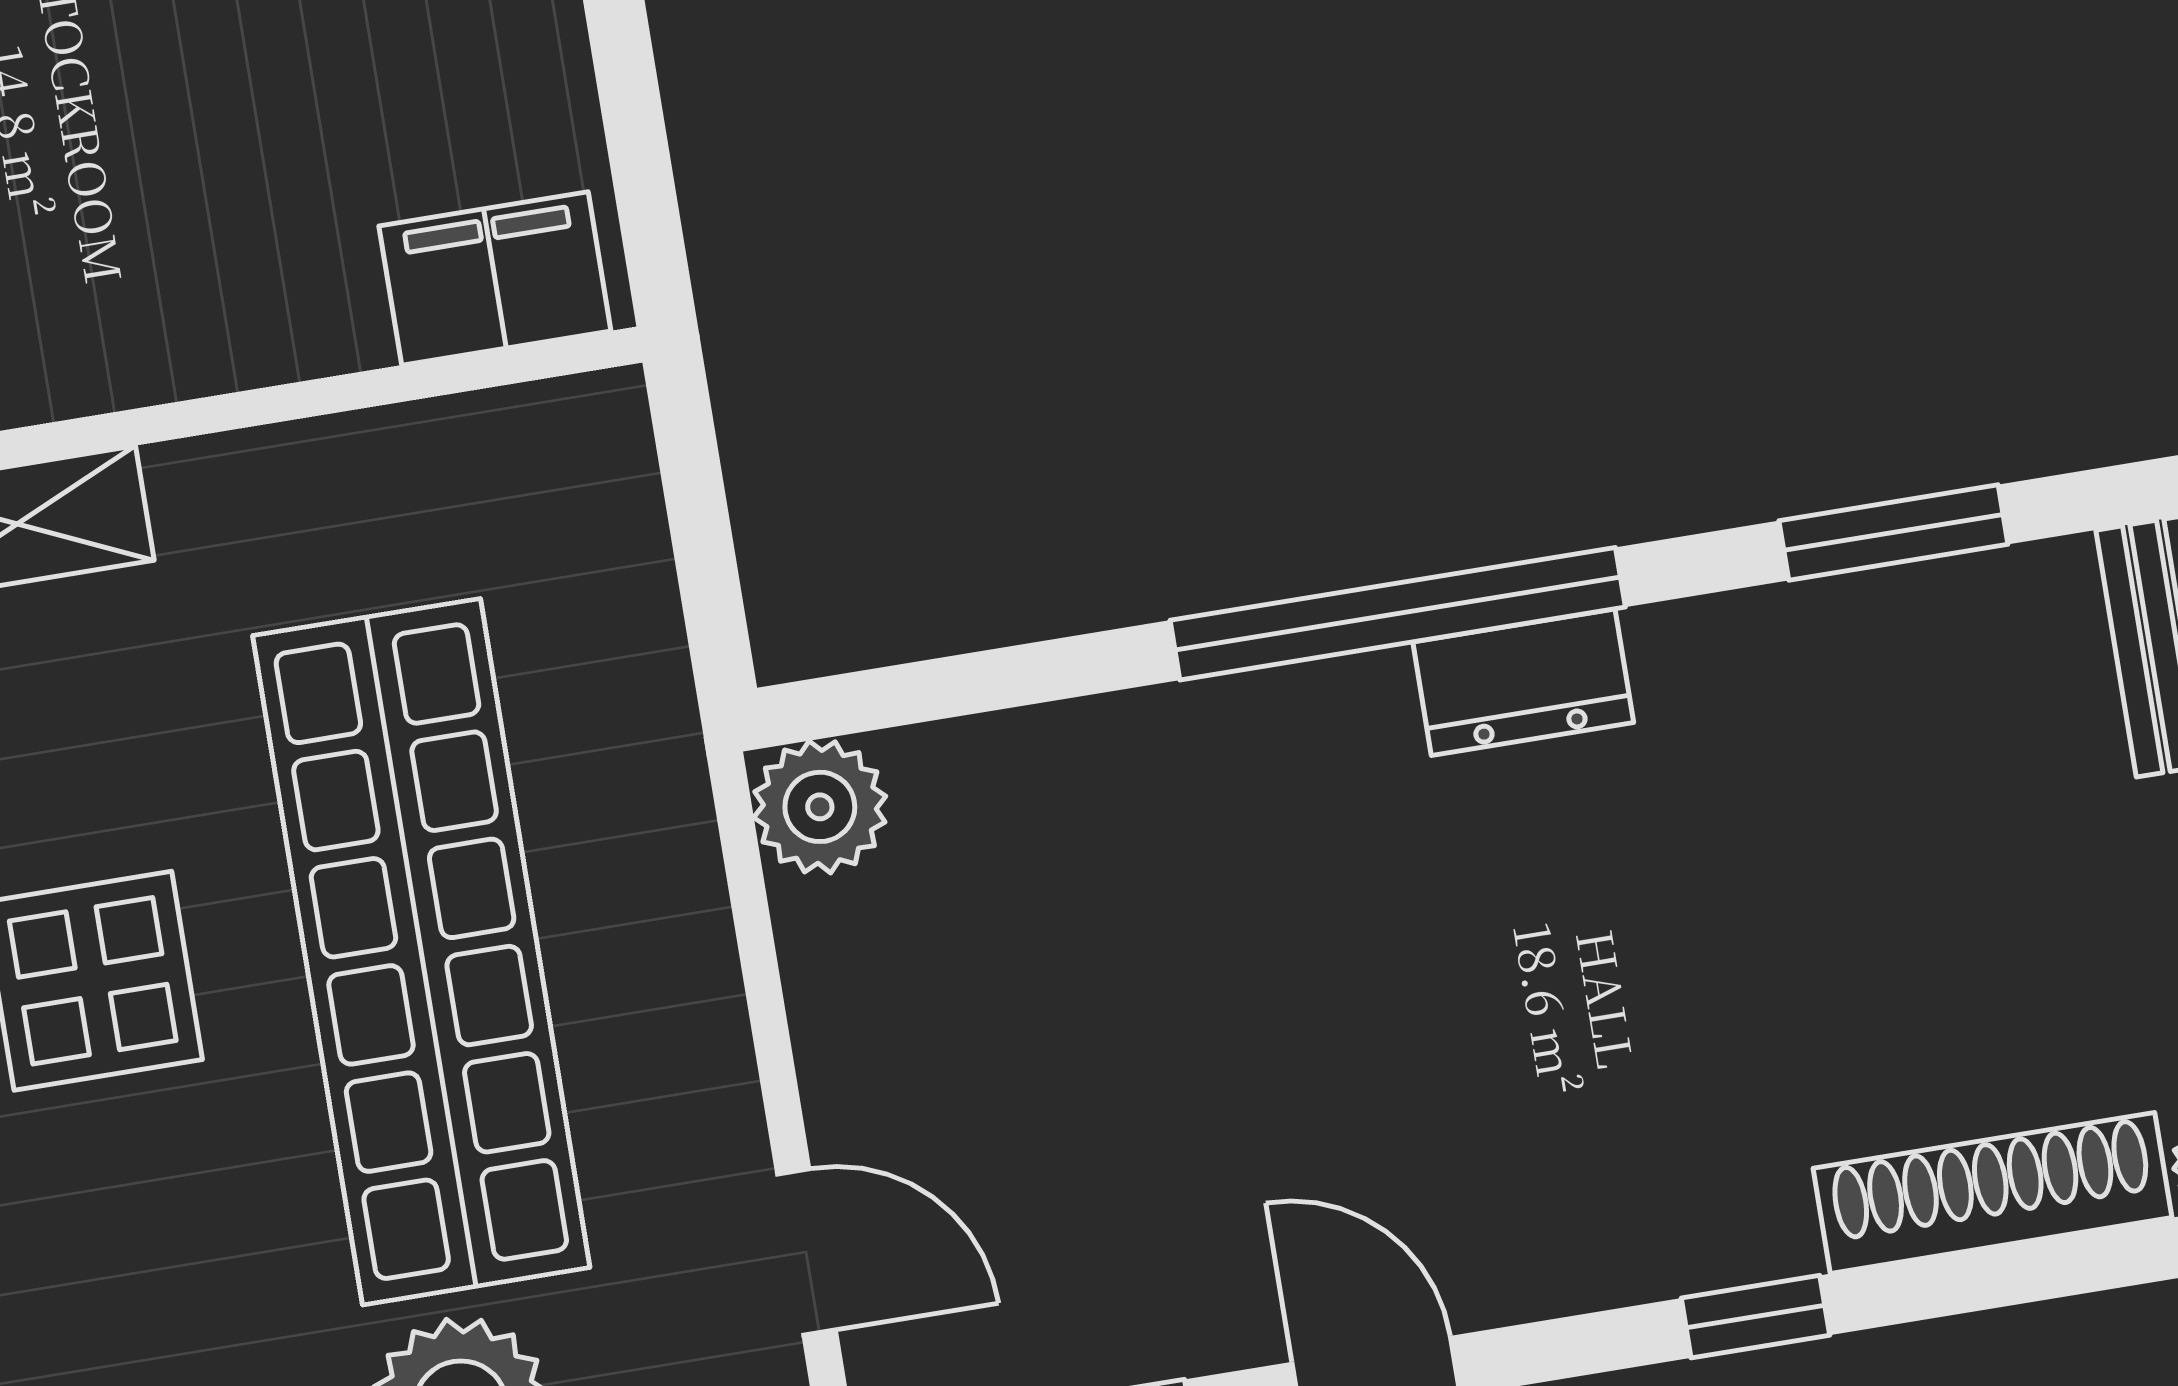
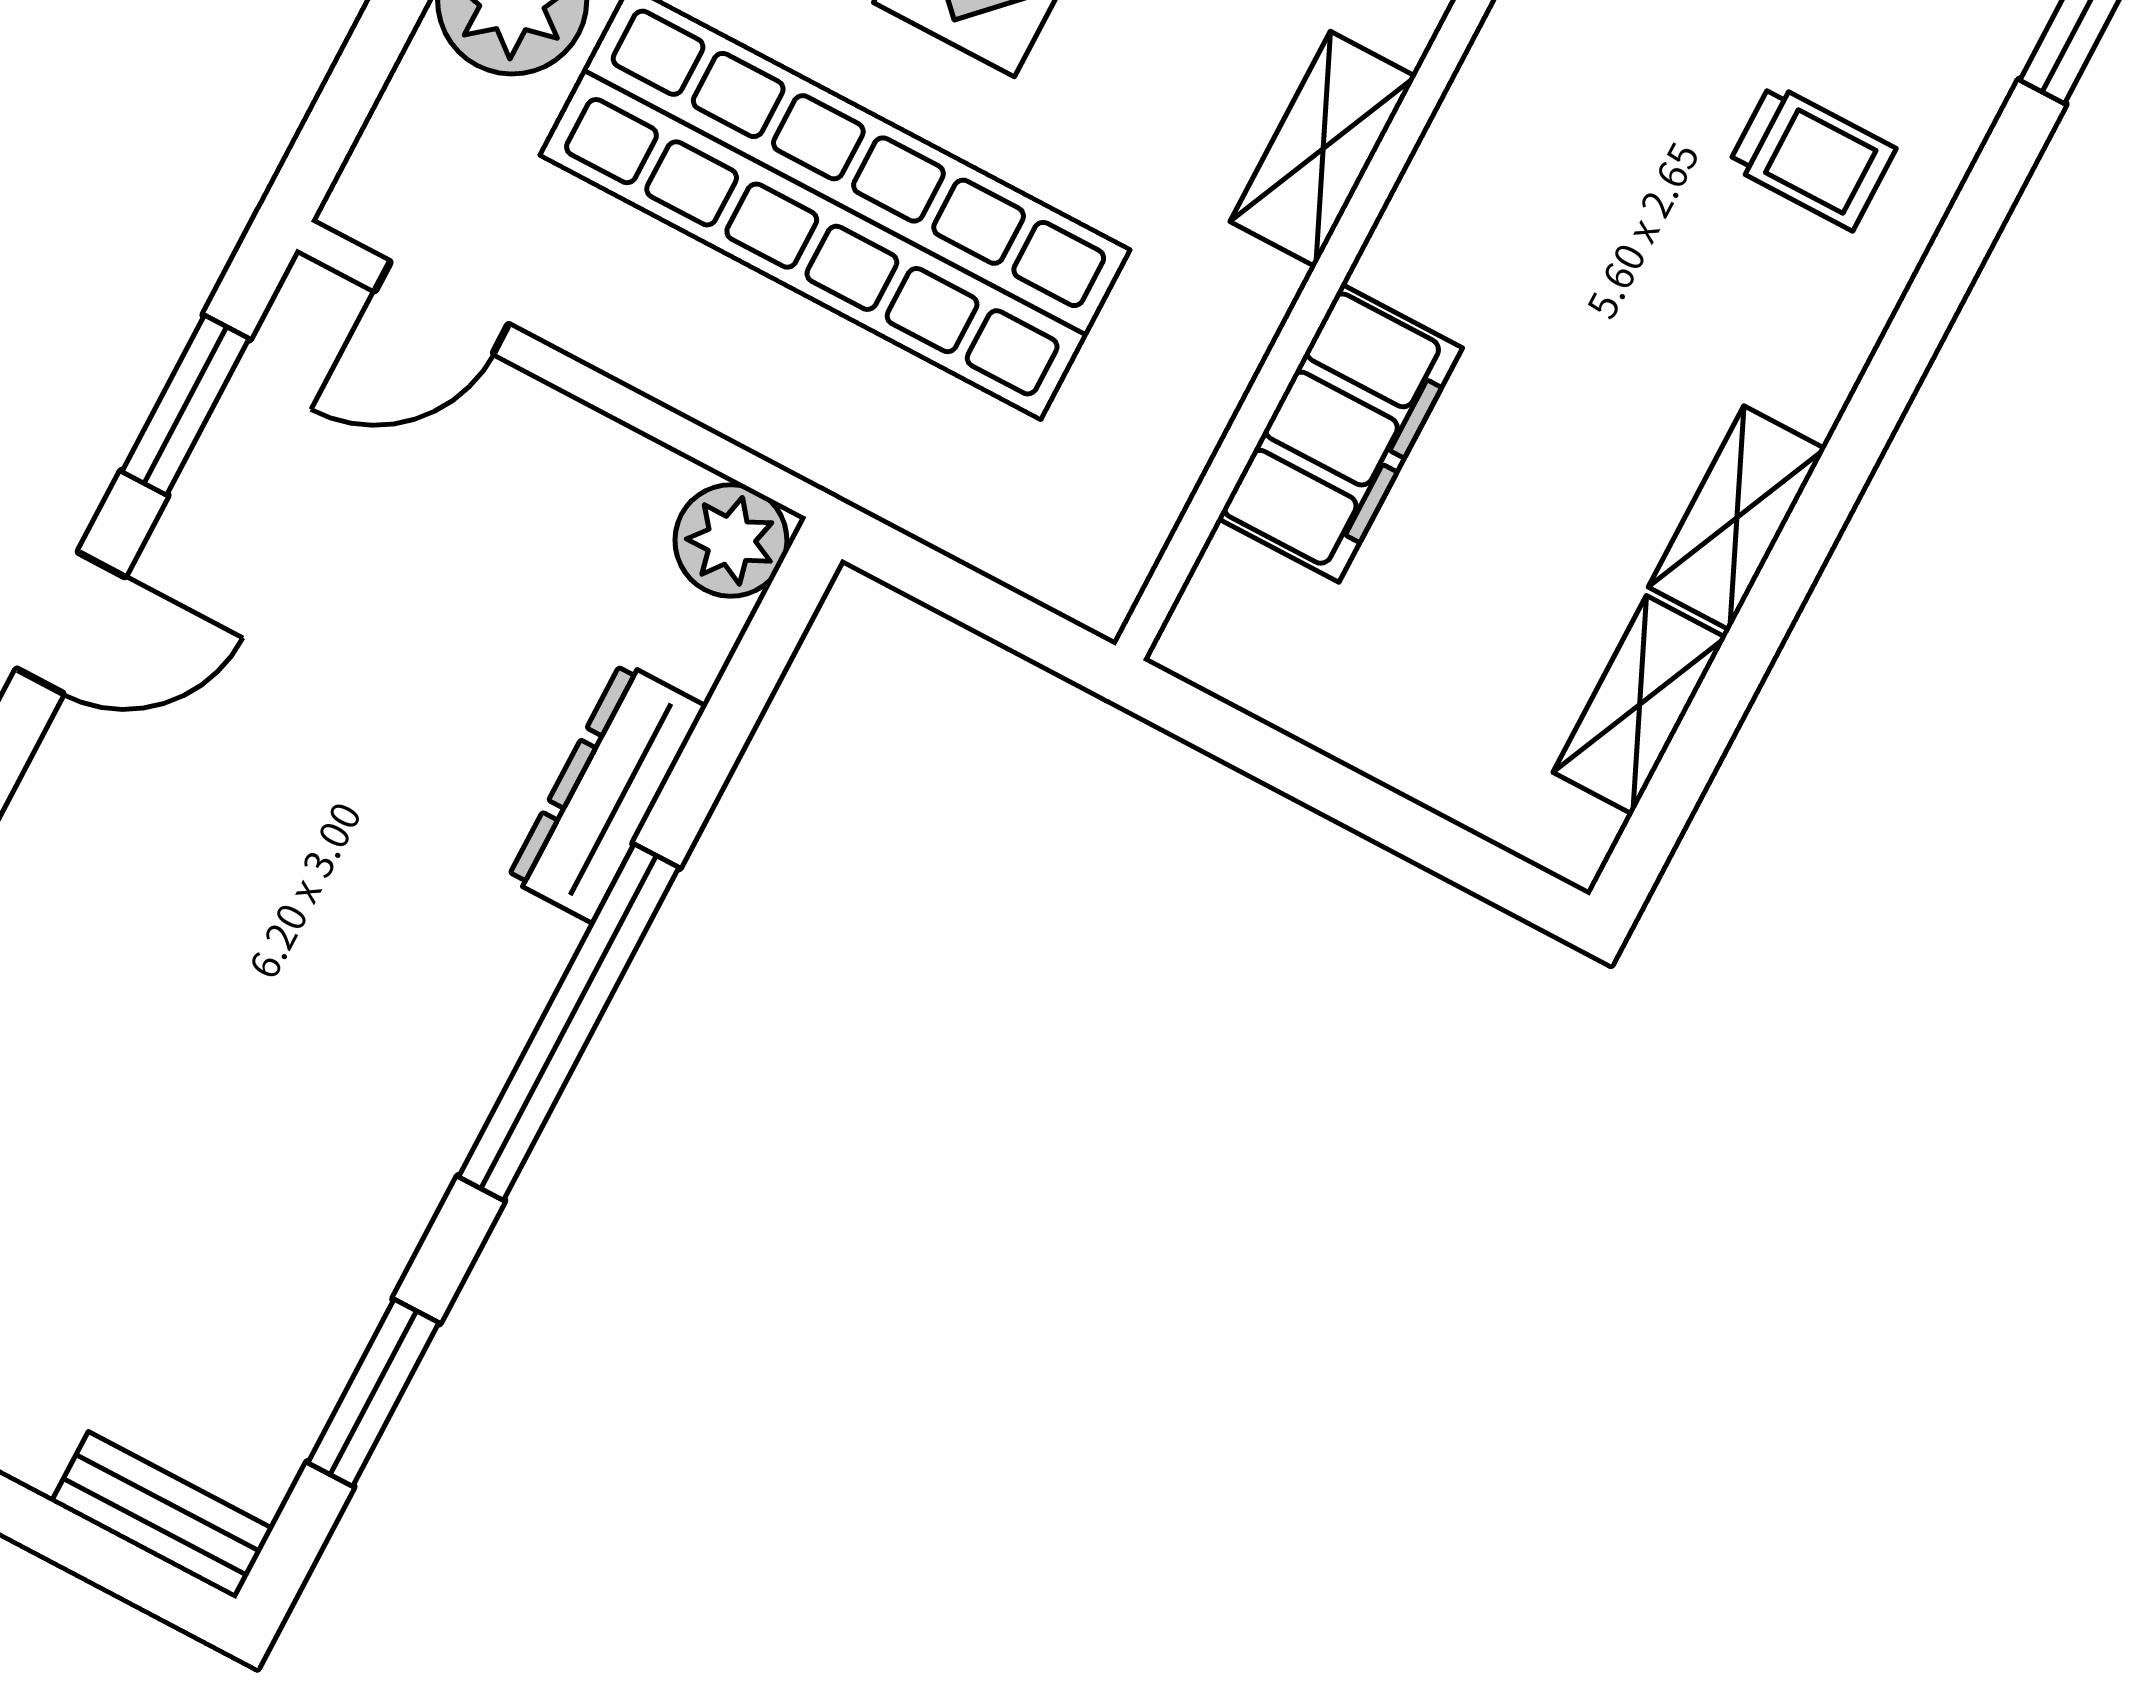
filing cabinet: (495, 278) -> (1340, 433), moved, width x1.50, depth x1.17
dresser: (1523, 682) -> (607, 792), moved, width x1.44

